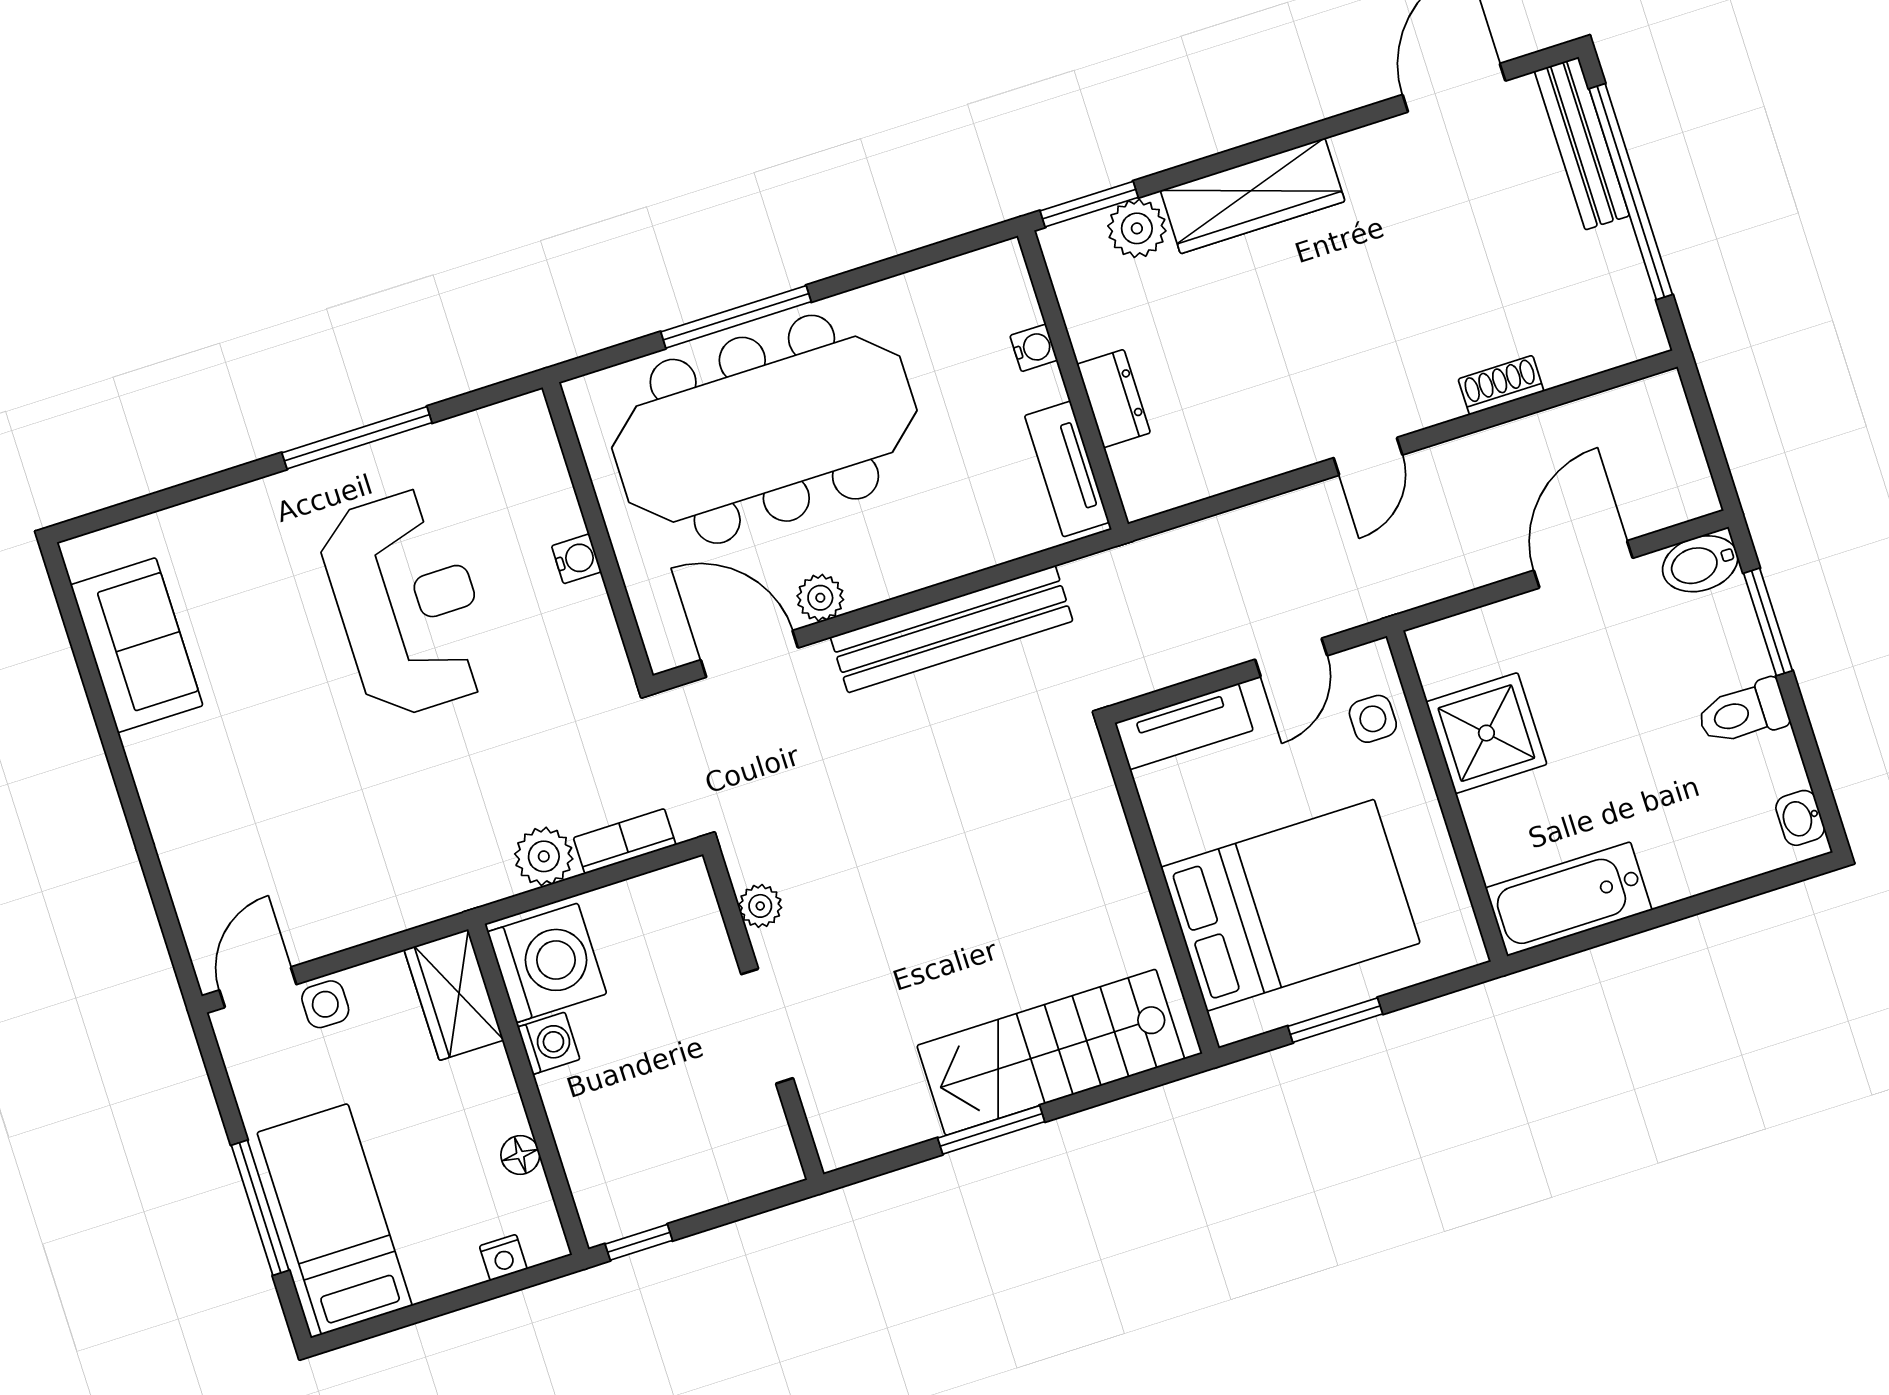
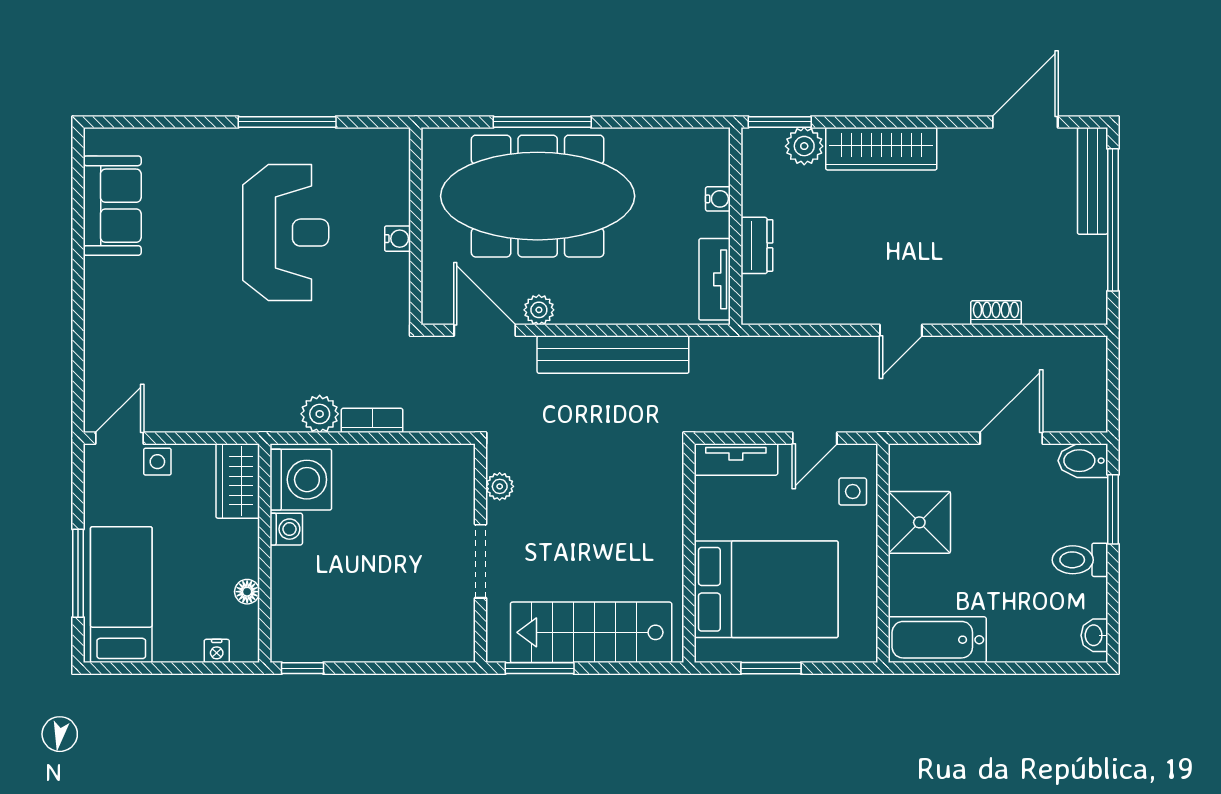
plant: (760, 906) -> (500, 486), moved
wall: (763, 1014) -> (480, 553), moved
doorway: (767, 1026) -> (480, 561), moved

